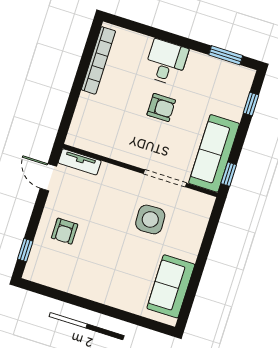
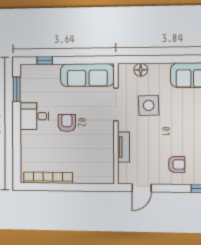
desk: (166, 62) -> (34, 116), moved
tv unit: (80, 162) -> (123, 147), moved
window: (229, 174) -> (99, 60), removed
floor lamp: (199, 224) -> (141, 70), added

